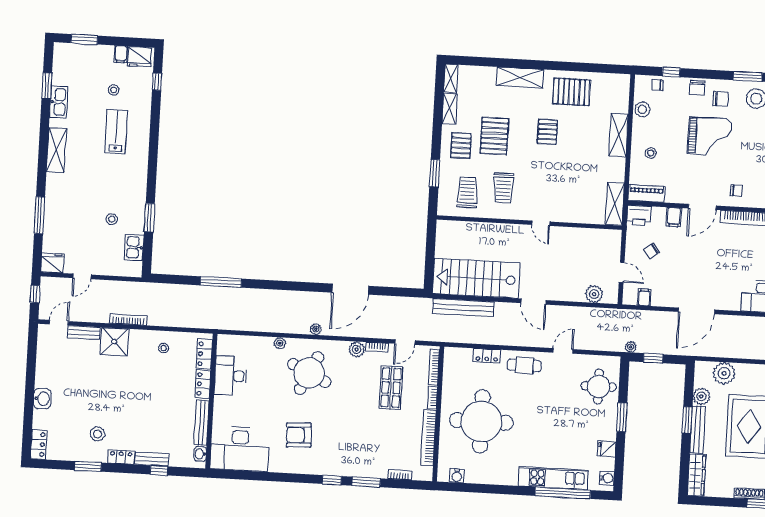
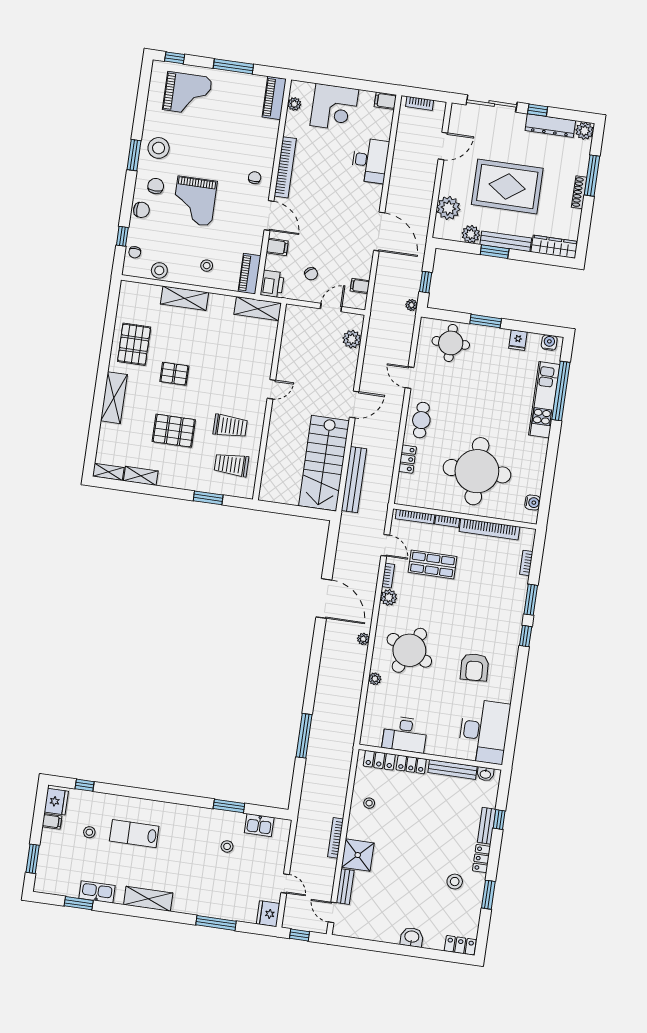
grand piano: (710, 136) -> (194, 201), turned 180
pallet: (461, 145) -> (181, 467), removed

